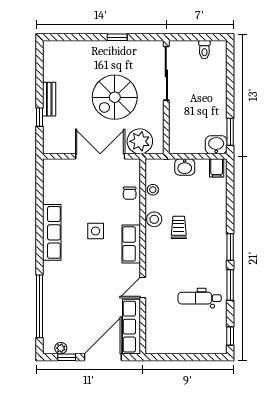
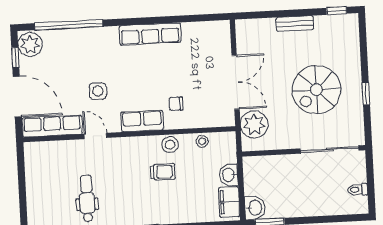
spiral stairs: (115, 97) -> (316, 90), moved, turned -90
window: (40, 117) -> (337, 11), moved
filing cabinet: (217, 168) -> (229, 202), width x2.00
chair: (130, 193) -> (176, 104), moved
side table: (96, 231) -> (98, 91), moved
plant: (61, 348) -> (30, 44), width x1.88, depth x1.88

